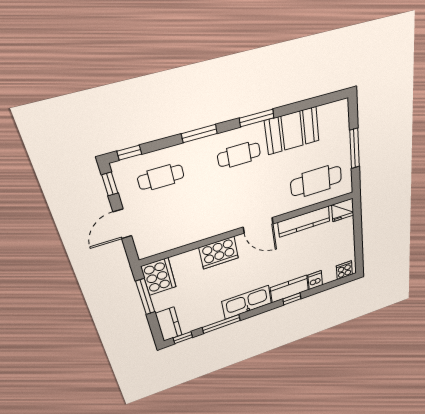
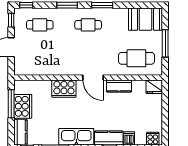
booth: (292, 131) -> (145, 19), moved
kitchen counter: (304, 222) -> (119, 86), width x0.67
cooker: (159, 277) -> (23, 106), moved

